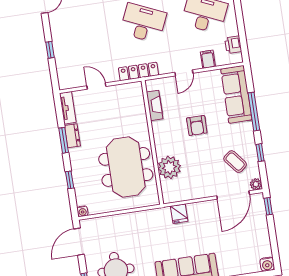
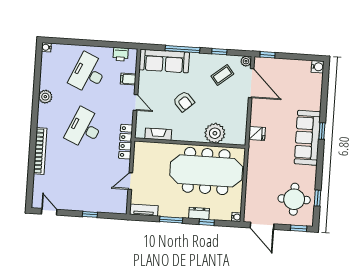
armchair: (197, 126) -> (184, 101), turned 48
dresser: (72, 136) -> (199, 213), moved
meeting table: (126, 167) -> (206, 171), width x1.36

